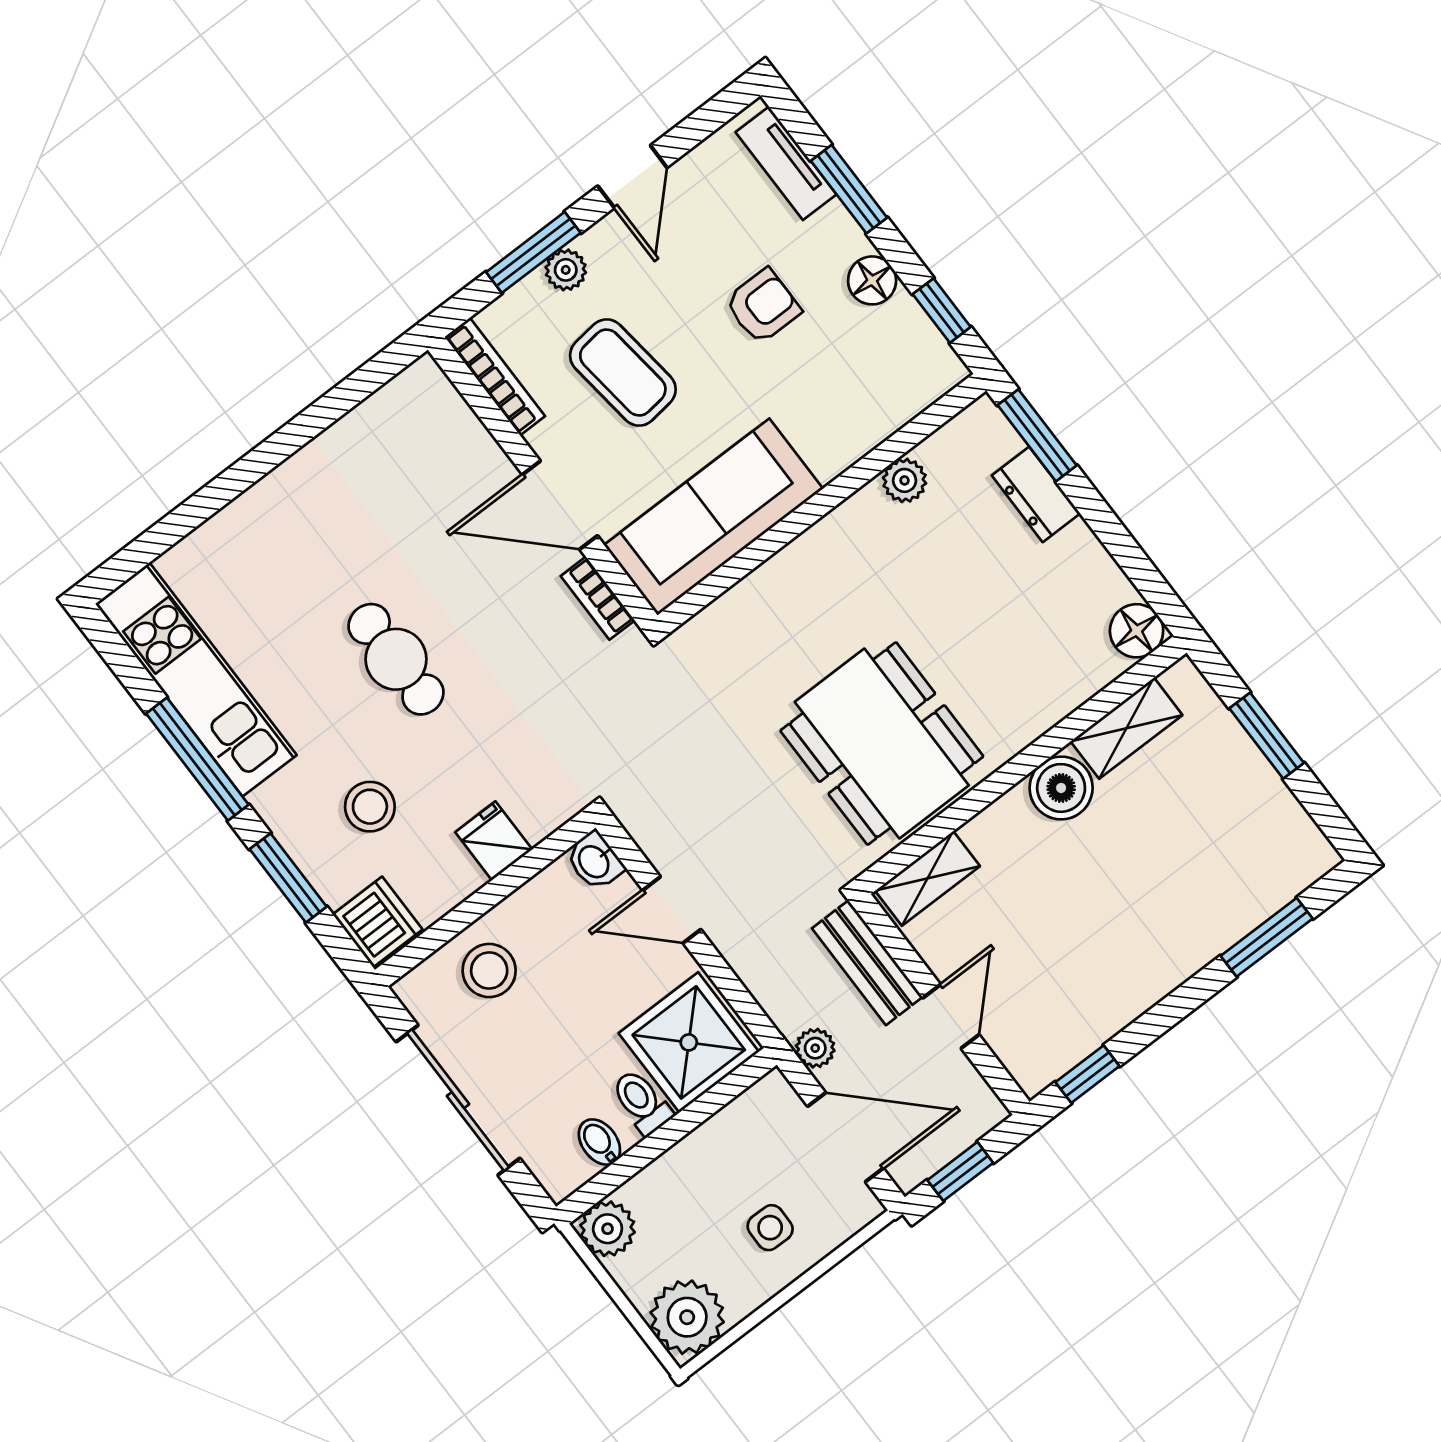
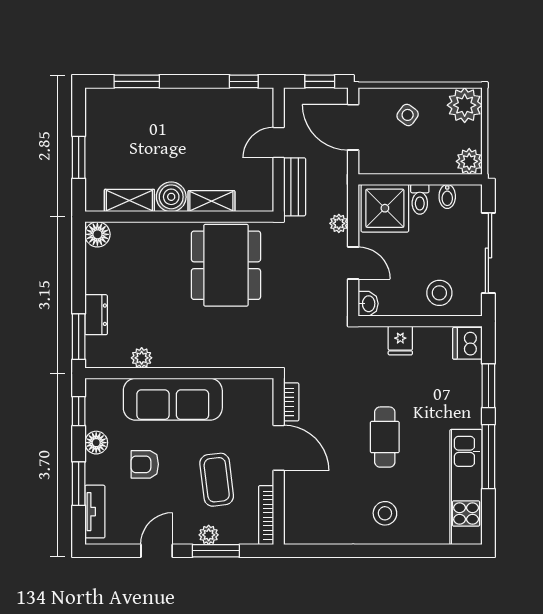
sofa: (713, 517) -> (173, 399), moved
stool: (370, 807) -> (385, 513), moved
shelving: (928, 878) -> (211, 201), moved
plant: (815, 1048) -> (339, 223), moved
side table: (770, 1228) -> (408, 115), turned 36

